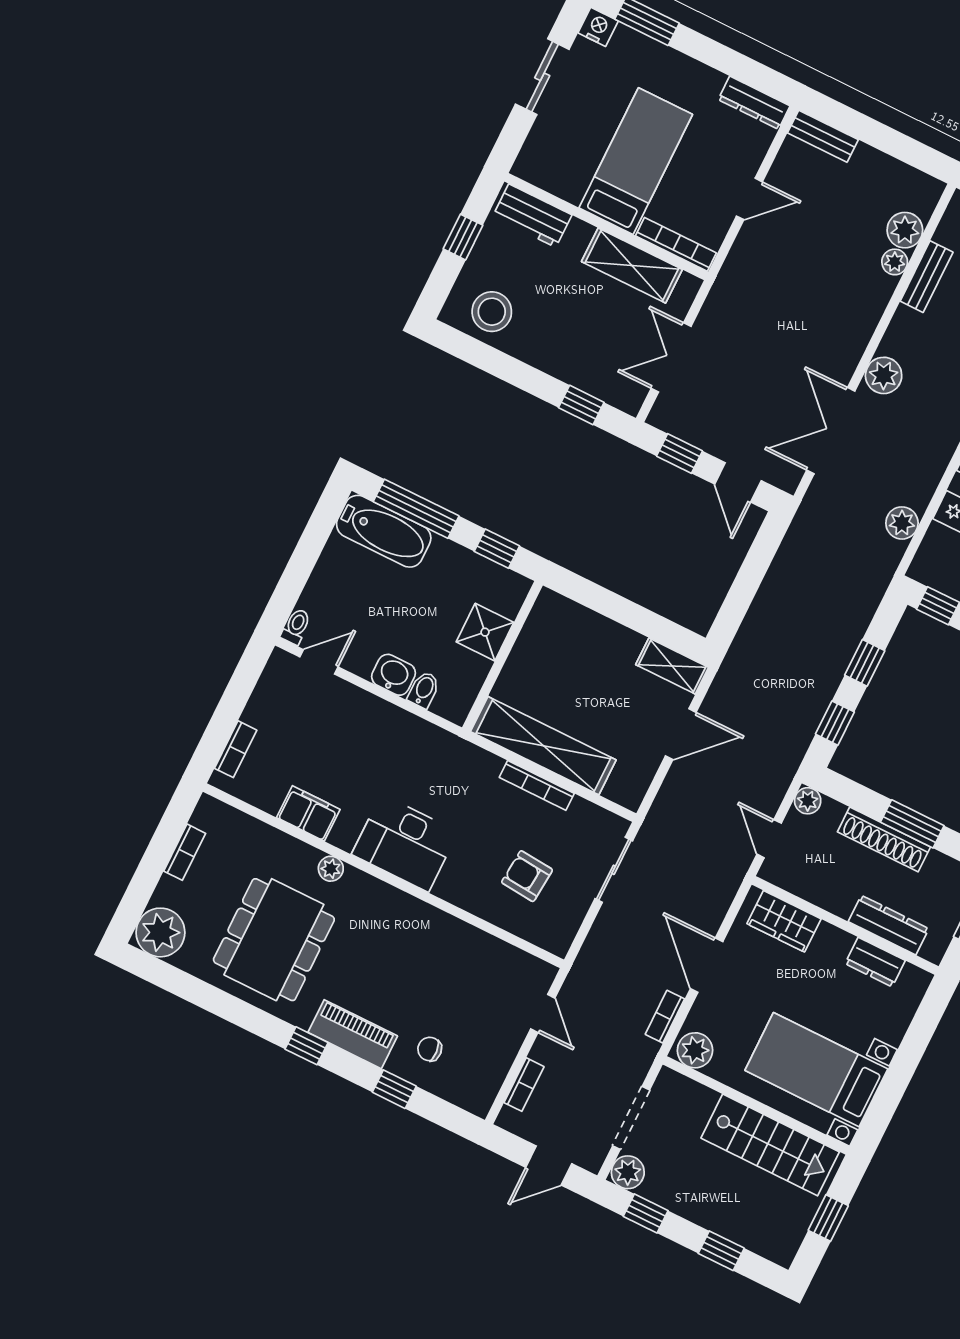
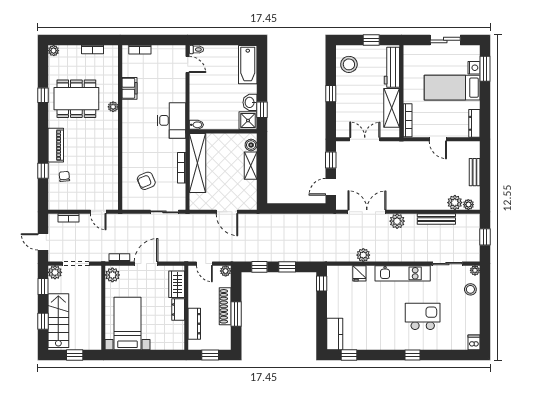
nightstand: (598, 27) -> (474, 68), moved
bench: (823, 136) -> (475, 172), moved
bed: (636, 161) -> (452, 88), moved, turned 180
workbench: (532, 216) -> (392, 67), width x1.38
plant: (895, 262) -> (468, 205), moved
bench: (927, 277) -> (436, 219), width x1.36
window: (581, 405) -> (331, 94), moved
window: (416, 509) -> (262, 72), removed
plant: (902, 523) -> (363, 255), moved
boiler: (562, 610) -> (251, 145), added
shower: (485, 632) -> (248, 121), moved
shelving: (672, 666) -> (251, 166), moved
washbasin: (394, 675) -> (250, 102), moved, turned 180
bidet: (424, 690) -> (196, 125), moved
door: (769, 839) -> (204, 264), swing flipped
desk: (405, 843) -> (172, 120), moved, turned 180
armchair: (527, 876) -> (146, 181), turned -118
plant: (160, 932) -> (54, 51), width x0.53, depth x0.53
dresser: (875, 962) -> (178, 310), moved
door: (543, 1013) -> (98, 212), hinge flipped
window: (307, 1046) -> (43, 95), moved
stairs: (770, 1145) -> (58, 321), moved, turned 180

